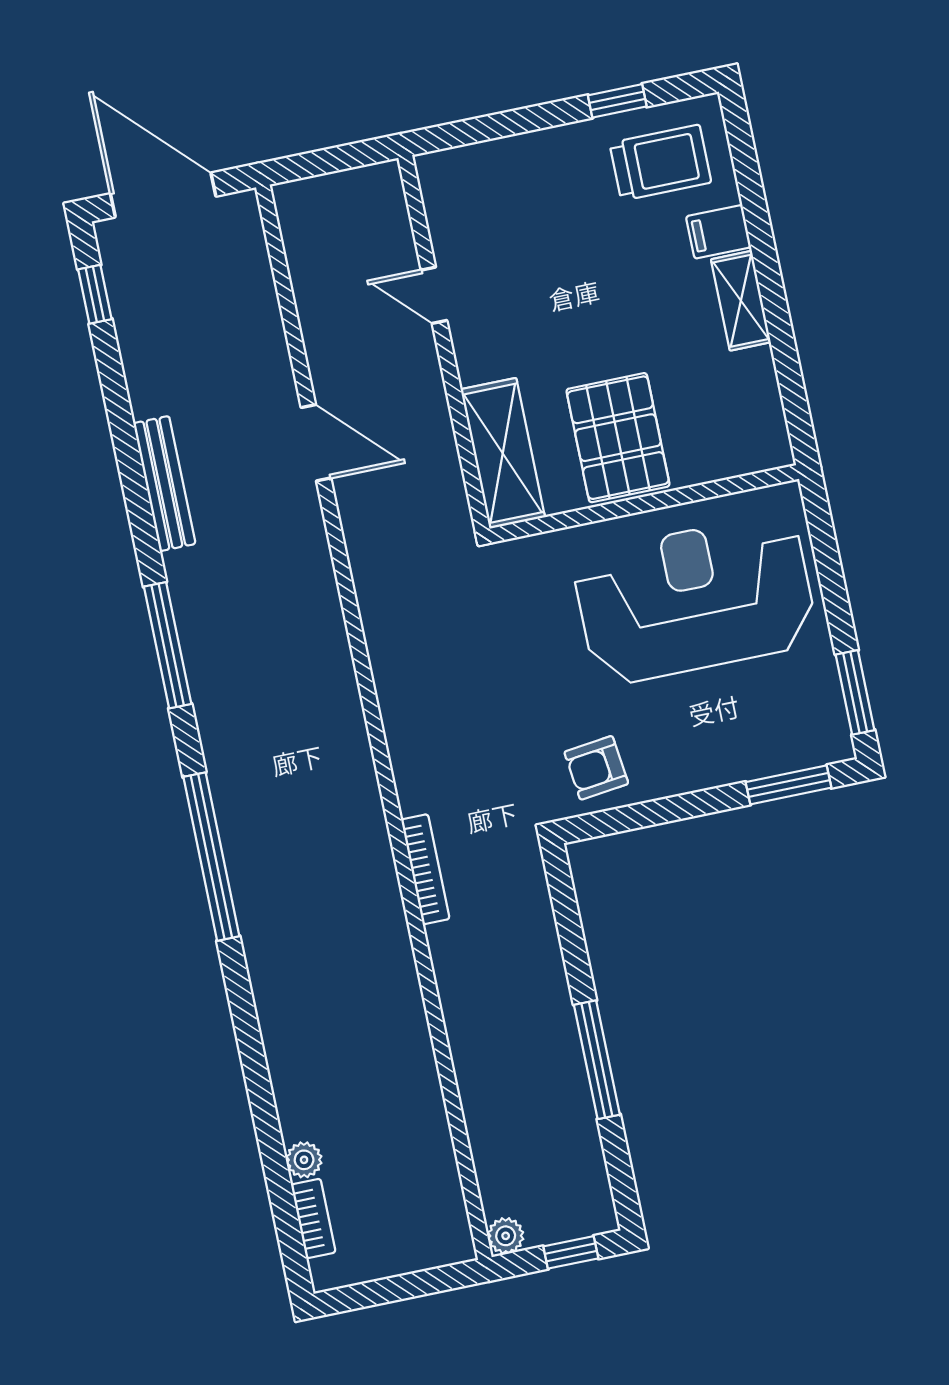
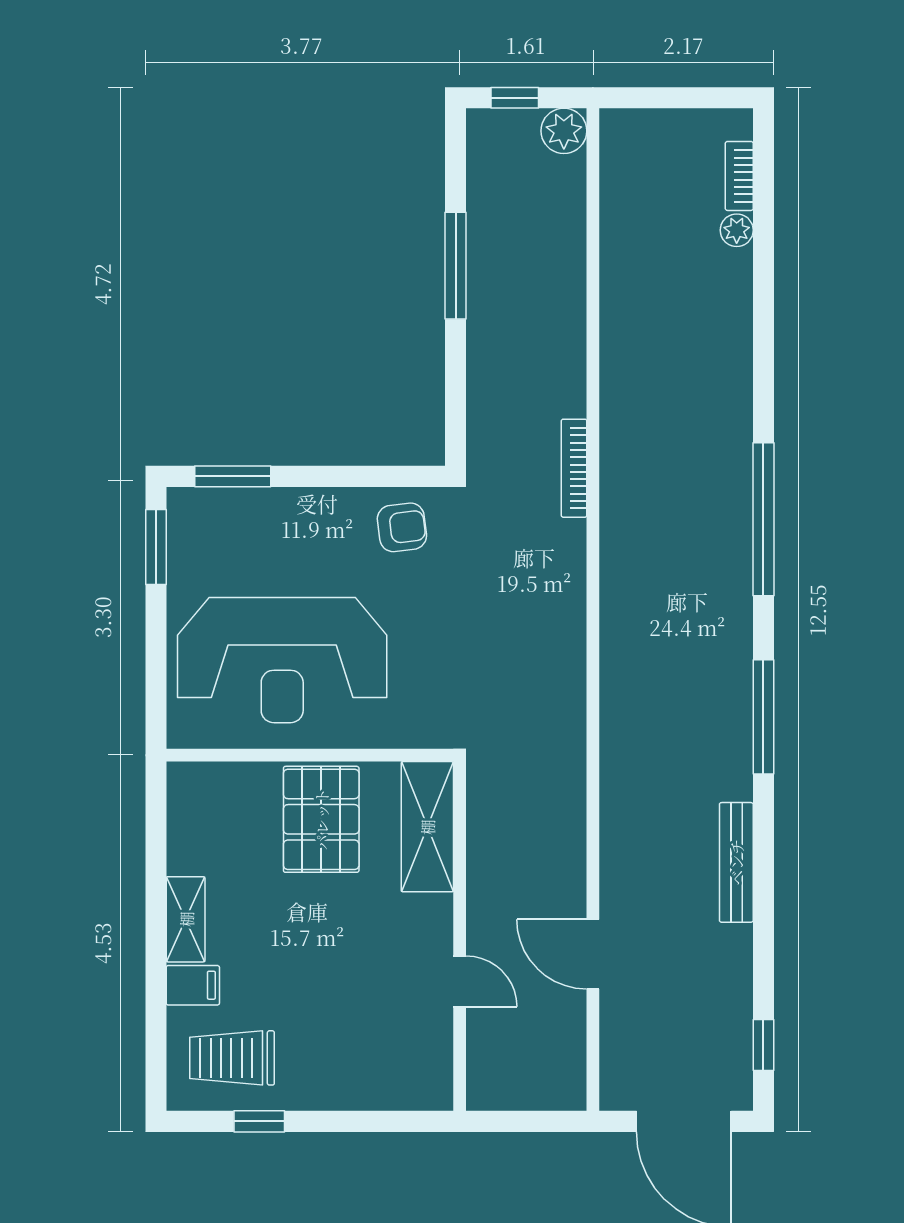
door: (316, 443) -> (593, 954), moved
plant: (506, 1236) -> (564, 131), width x1.38, depth x1.38

